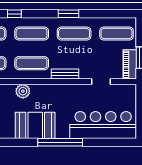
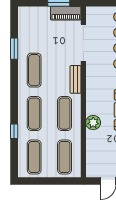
window: (68, 14) -> (14, 49), moved
exercise mat: (117, 34) -> (34, 27), removed
doorway: (101, 82) -> (83, 43), width x1.88

